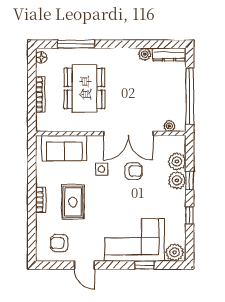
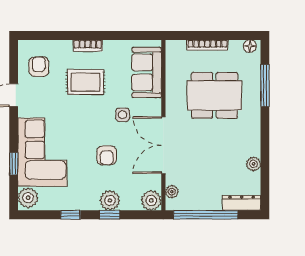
dresser: (169, 54) -> (242, 203), moved, turned 90
plant: (177, 162) -> (151, 200), moved
armchair: (133, 171) -> (107, 155), moved

